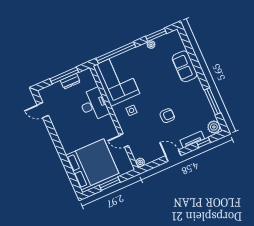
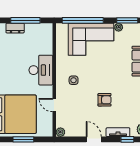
corner sofa: (116, 80) -> (91, 39), moved, turned 90
dresser: (70, 81) -> (15, 28), moved
desk: (94, 105) -> (41, 70), moved

